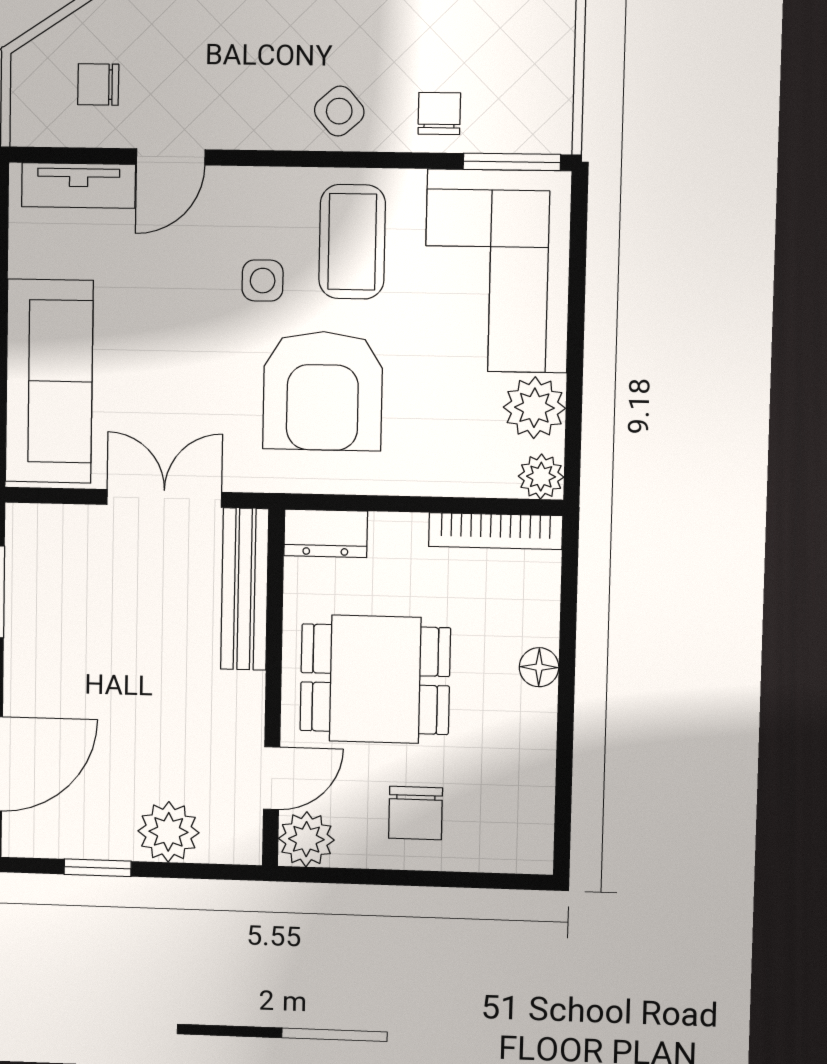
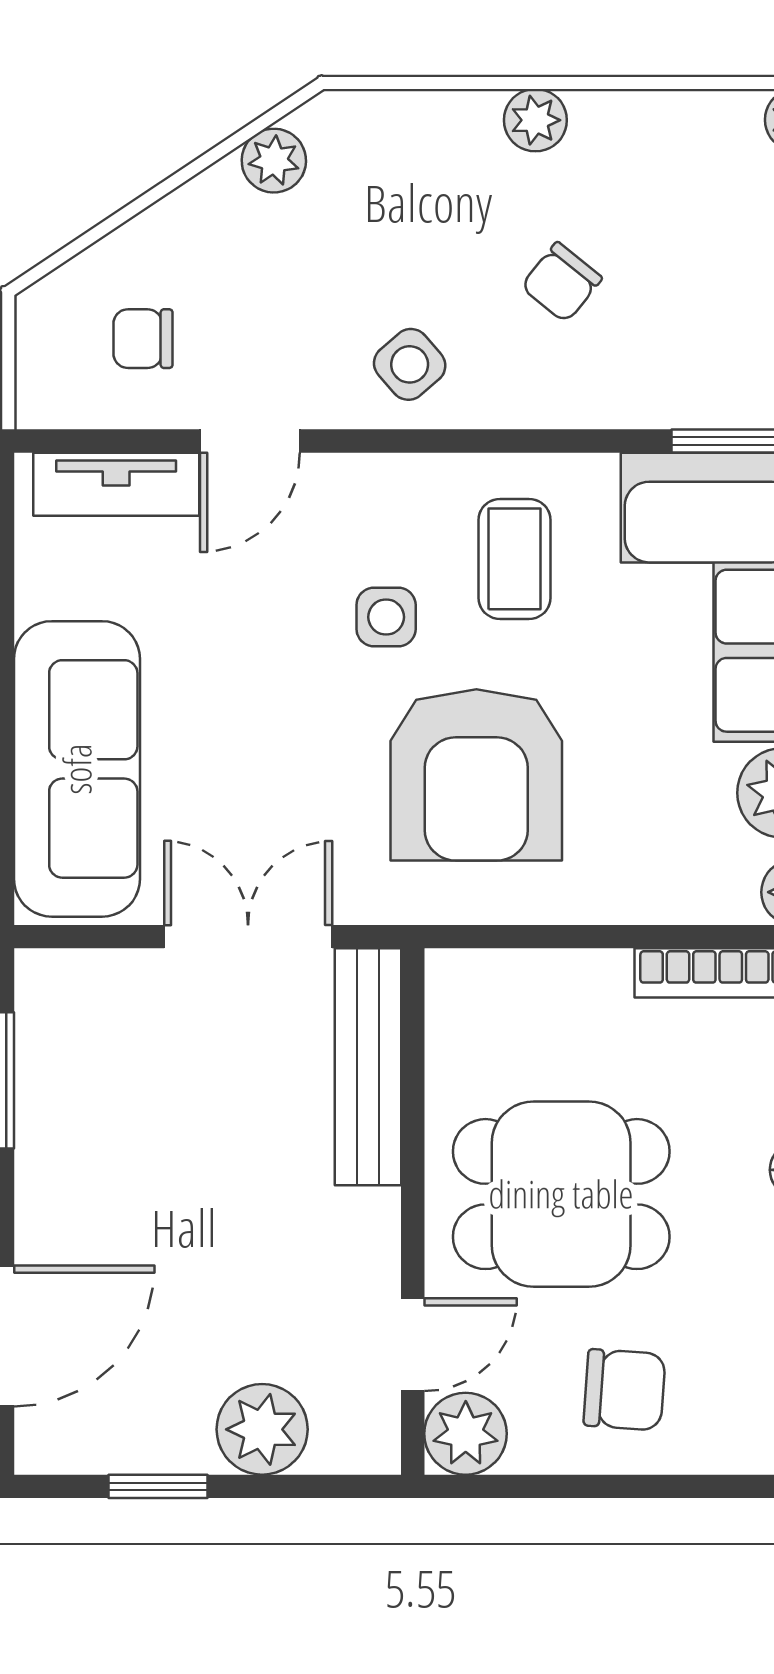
side table: (339, 111) -> (410, 364), moved
chair: (439, 114) -> (561, 282), moved, turned -141
coffee table: (352, 242) -> (515, 559), width x0.73, depth x0.77
dresser: (326, 533) -> (485, 982), removed
chair: (415, 813) -> (624, 1390), turned -86

